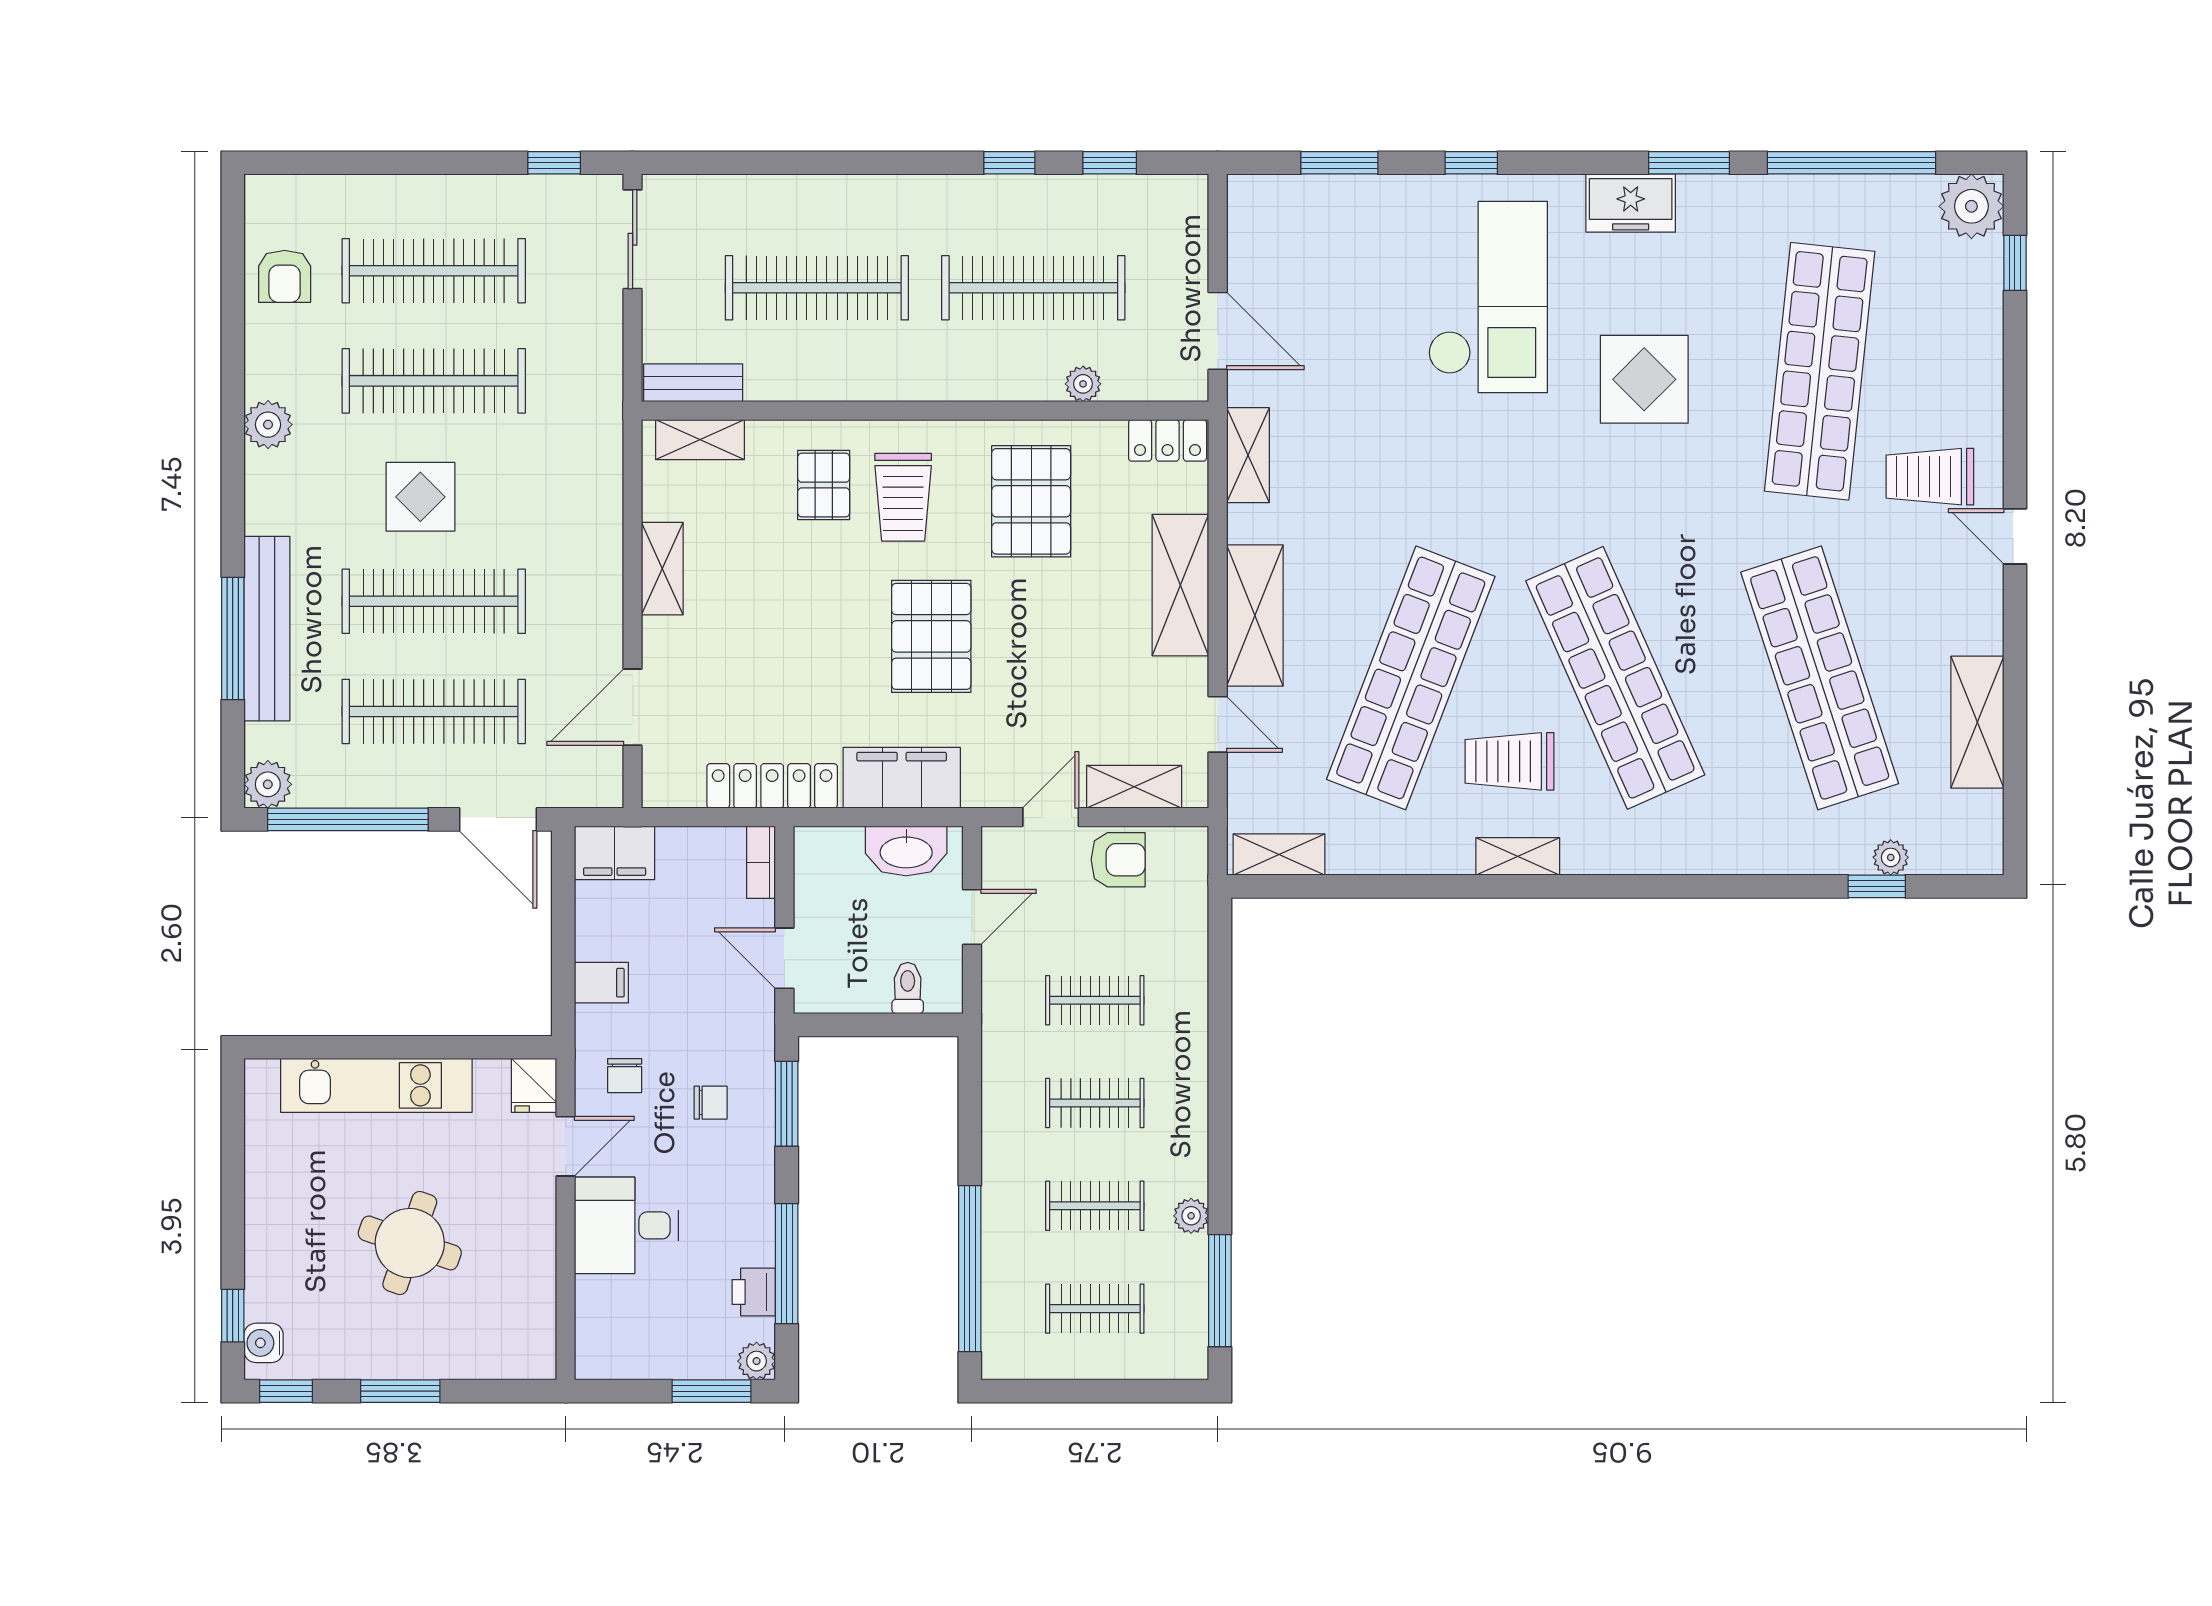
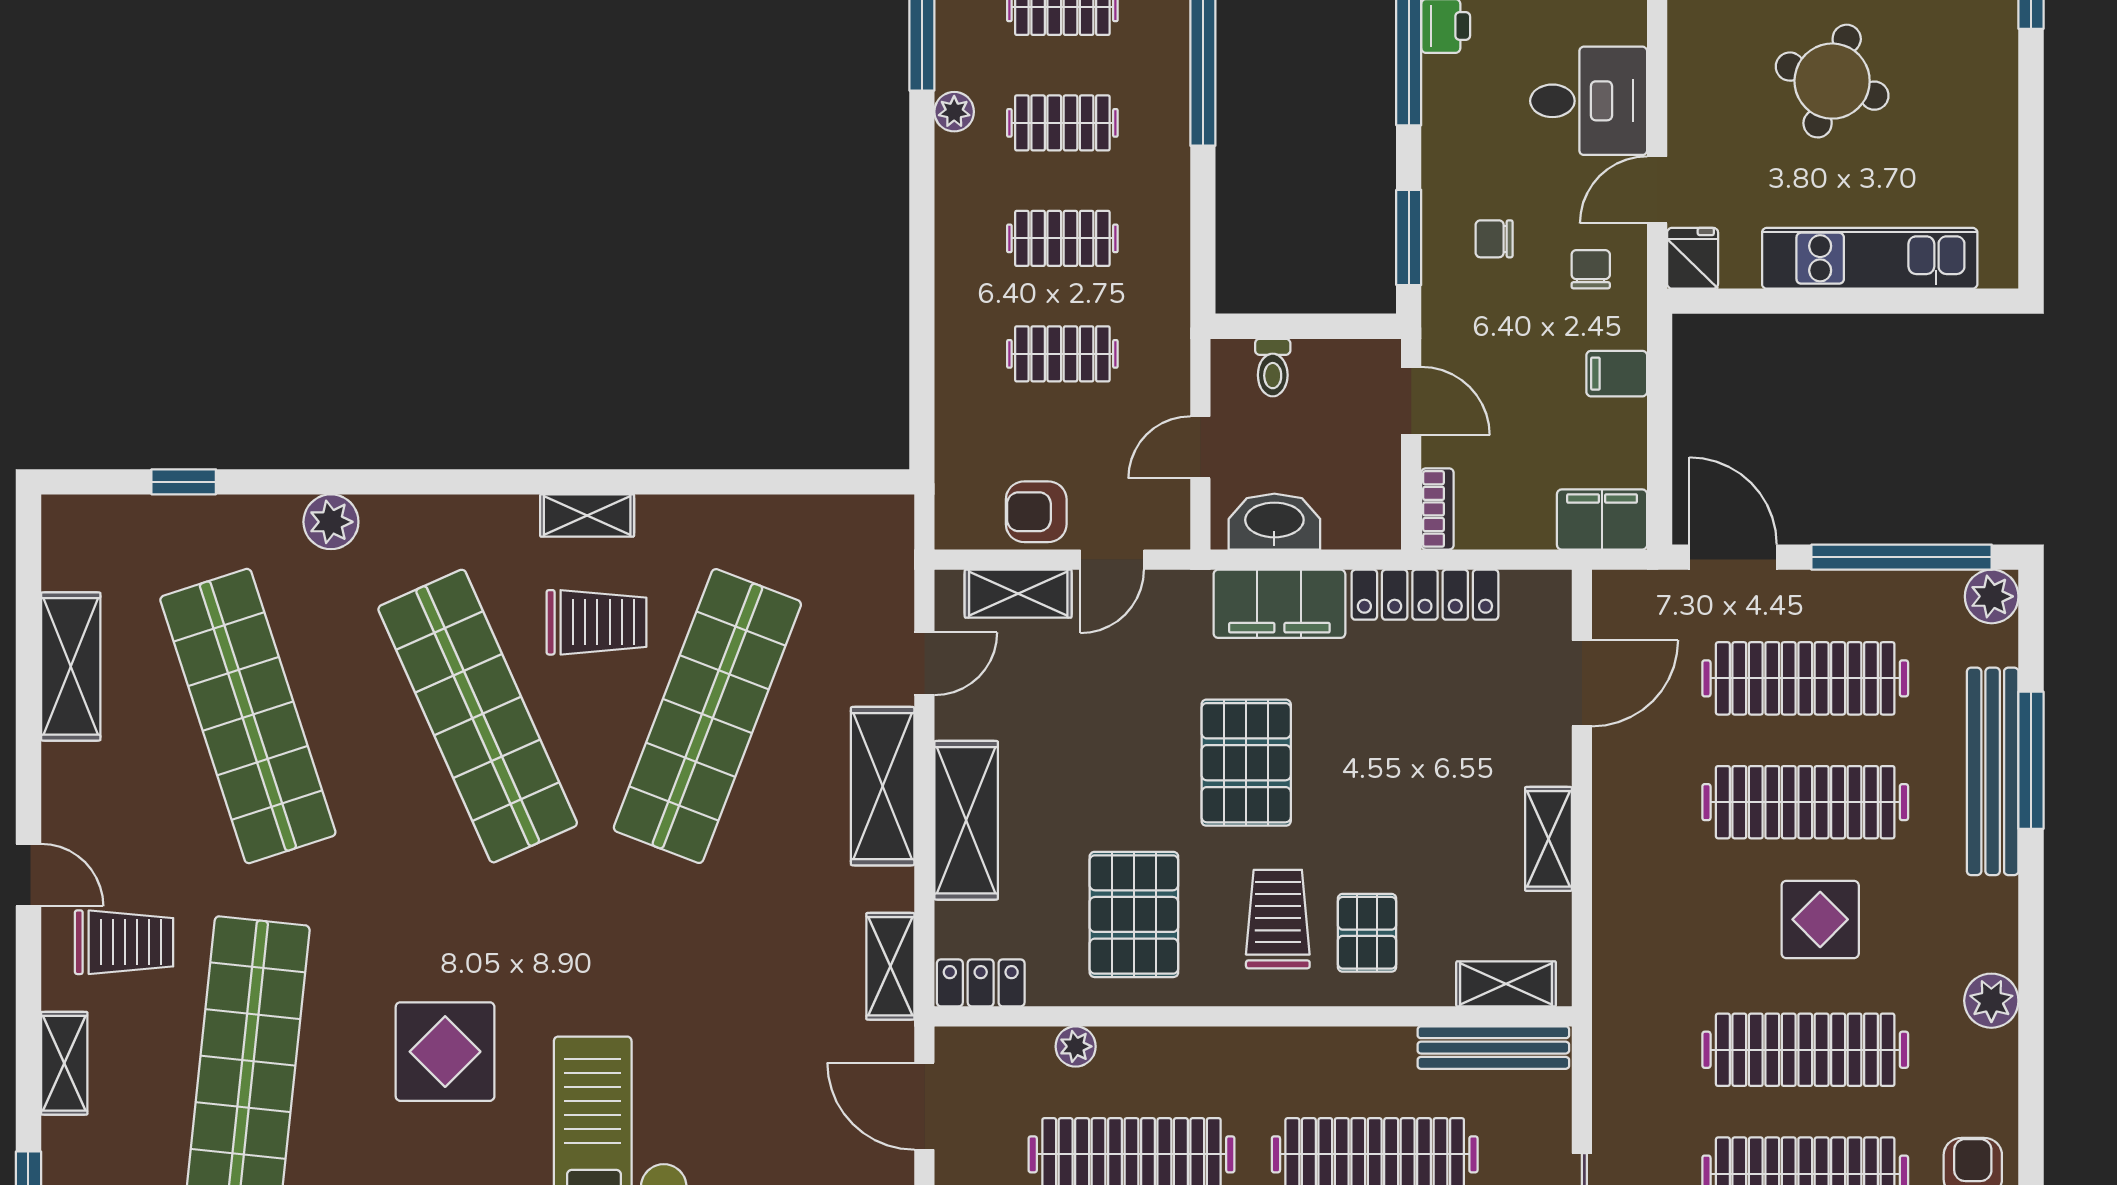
bench: (693, 383) -> (1493, 1048), width x1.36
door: (1218, 724) -> (924, 664), swing flipped
shelving: (1279, 855) -> (64, 1063), moved, turned 90
plant: (1891, 857) -> (331, 522), moved, width x1.38, depth x1.38

